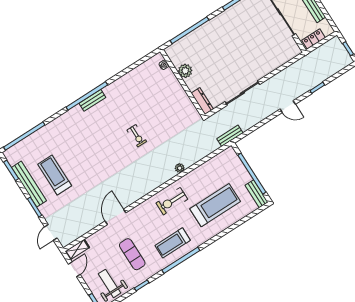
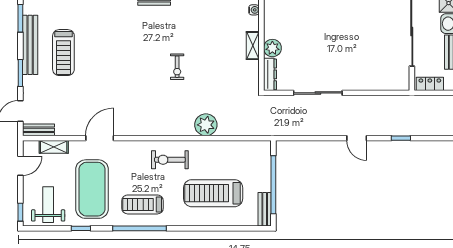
plant: (185, 71) -> (272, 48), moved
shelving: (178, 89) -> (253, 46), added
bench: (230, 136) -> (39, 130), moved
plant: (180, 168) -> (206, 125), width x1.88, depth x1.88
treadmill: (55, 175) -> (63, 53), turned 180
treadmill: (215, 205) -> (213, 193), turned 180
shelving: (77, 249) -> (54, 147), moved
exercise mat: (132, 254) -> (92, 189), width x2.00, depth x1.45

